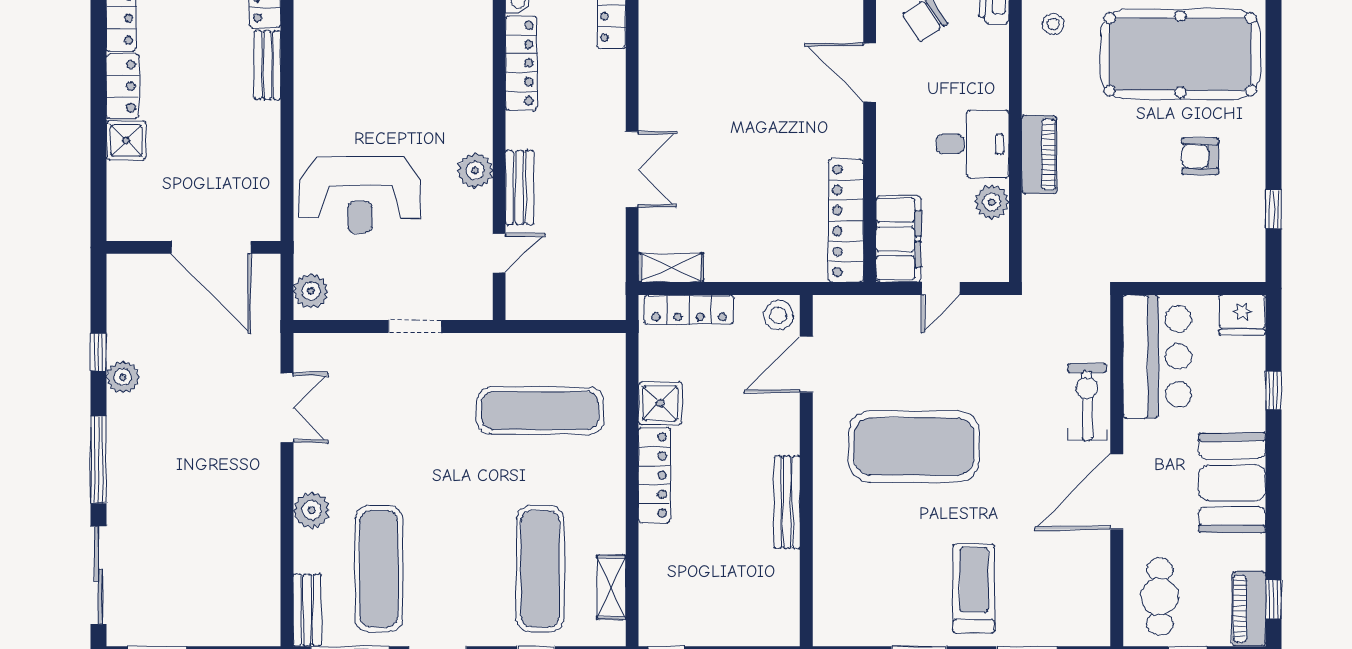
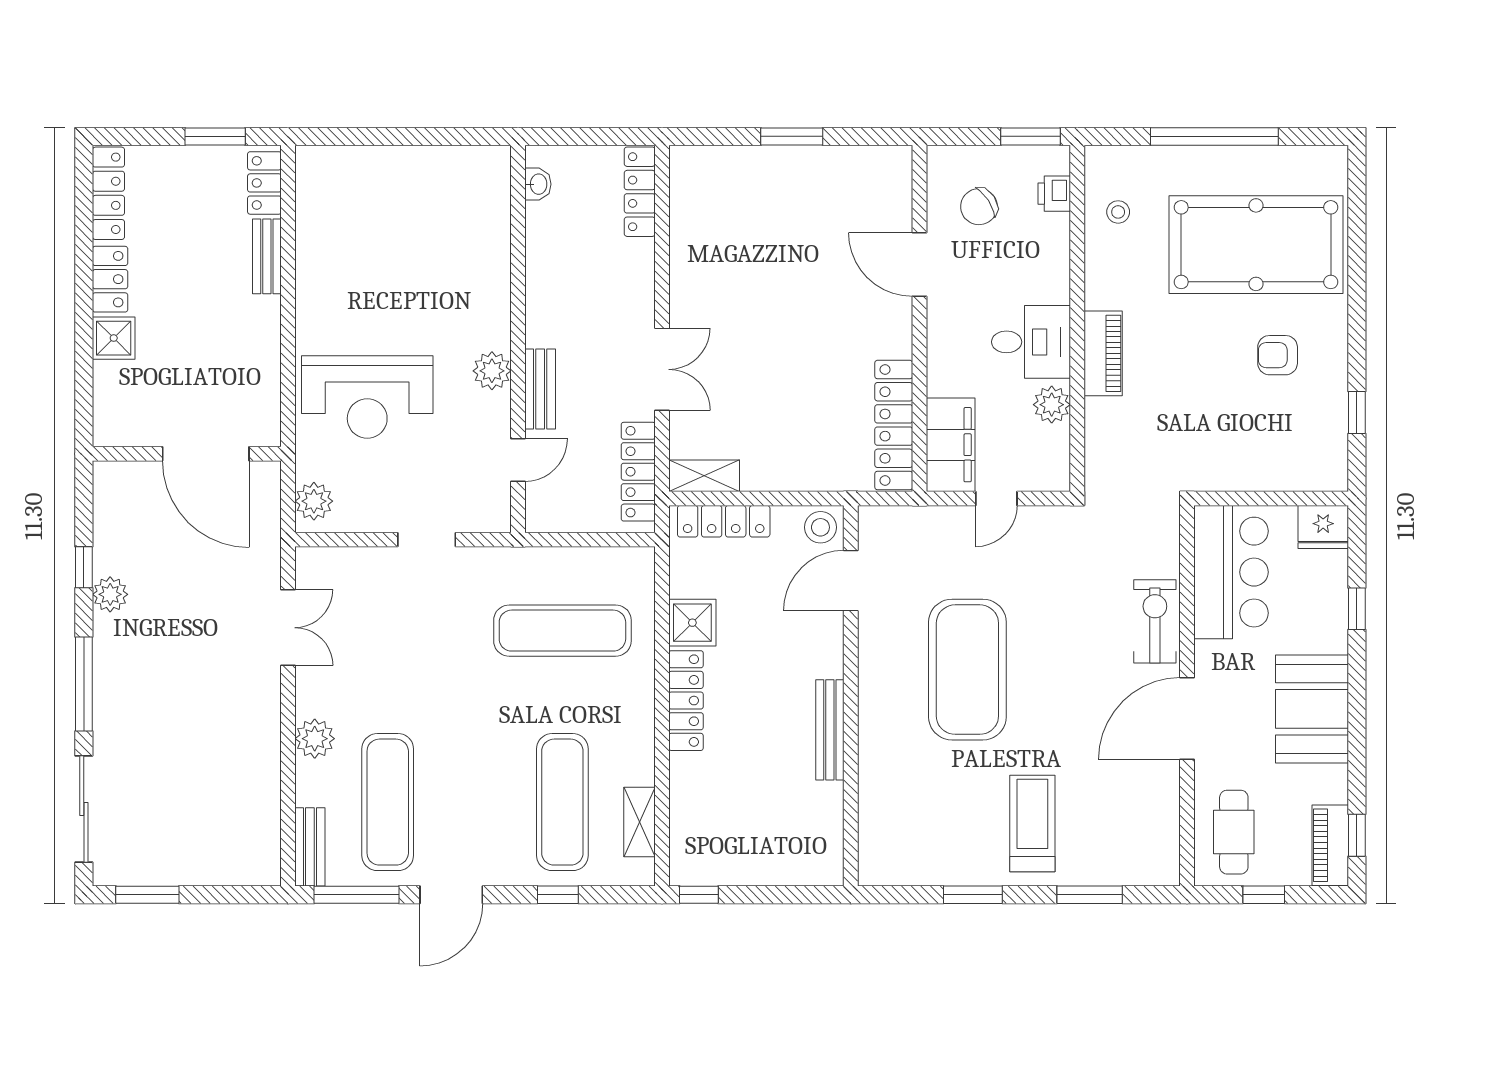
locker: (521, 63) -> (638, 472), moved, turned 180
exercise mat: (914, 447) -> (967, 670), turned 90

